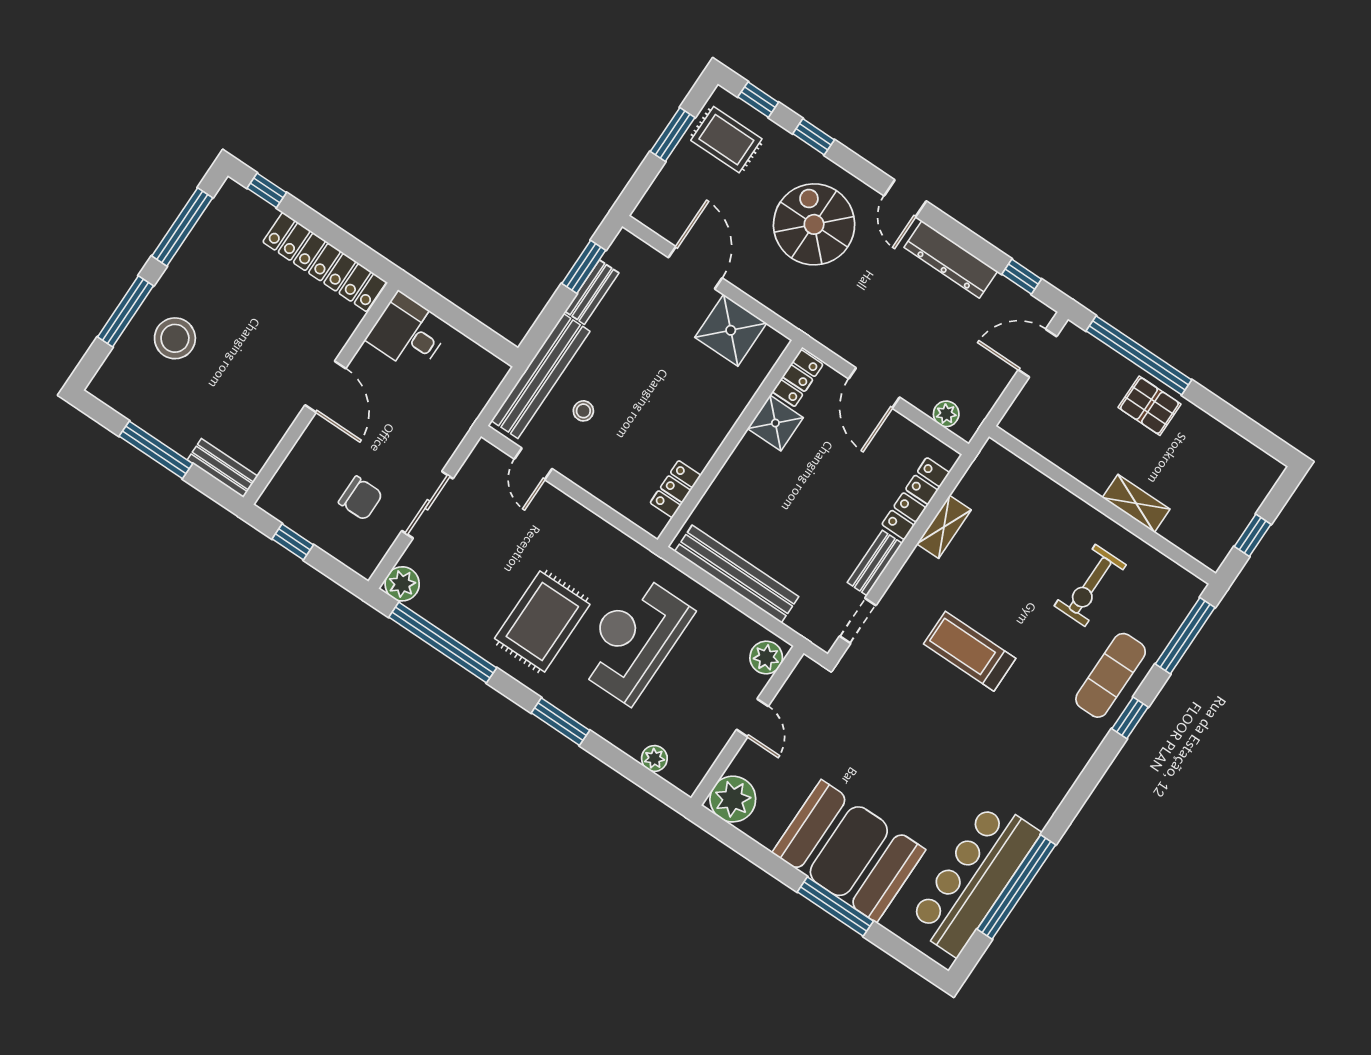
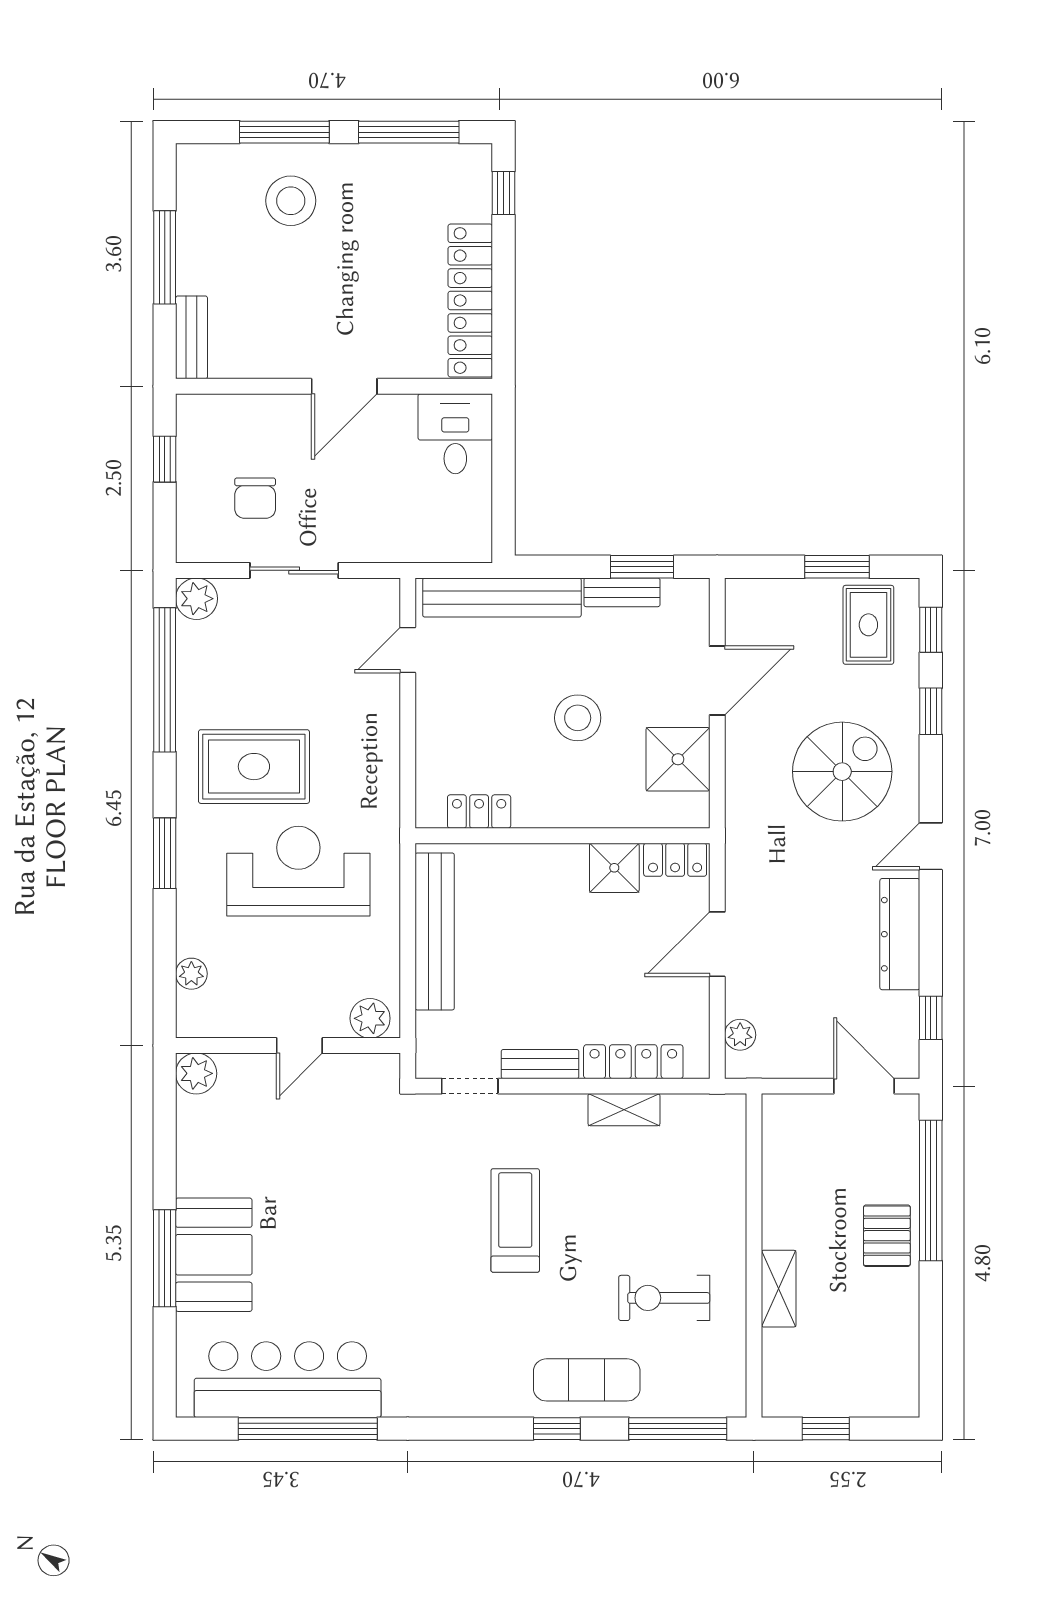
stool: (583, 411) -> (578, 718), moved, width x1.89, depth x1.89
plant: (733, 799) -> (196, 1073), width x0.73, depth x0.73
booth: (849, 851) -> (214, 1255), width x0.73, depth x0.70

